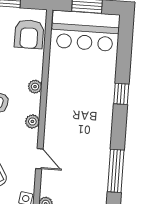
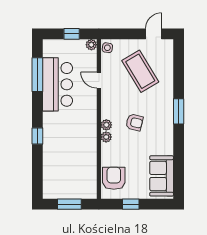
bar counter: (85, 31) -> (58, 84), moved, turned 90
plant: (32, 121) -> (106, 125), moved

